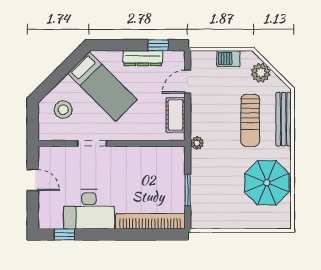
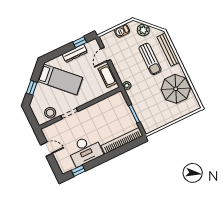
window: (55, 79) -> (32, 88), added
stool: (63, 110) -> (50, 113), moved

